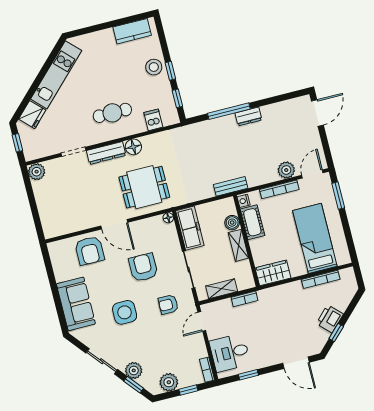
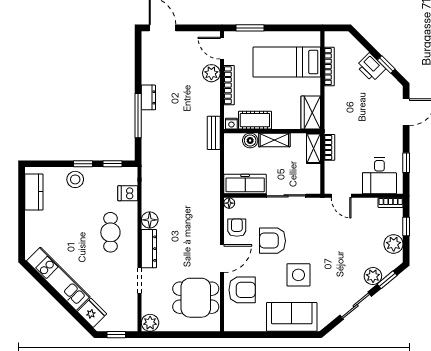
dining table: (144, 187) -> (196, 298), moved, turned 90
shelving: (222, 289) -> (314, 148), moved
armchair: (168, 304) -> (237, 228), moved, turned 180
side table: (125, 312) -> (298, 275), moved

